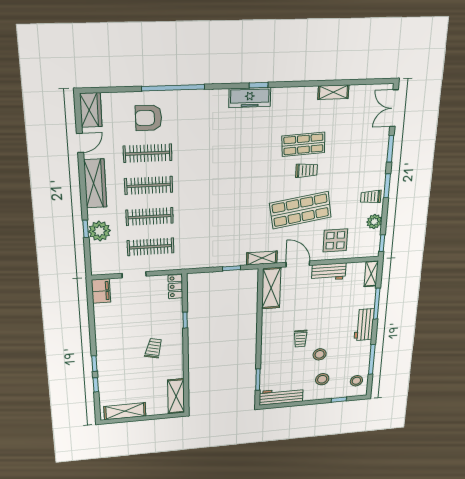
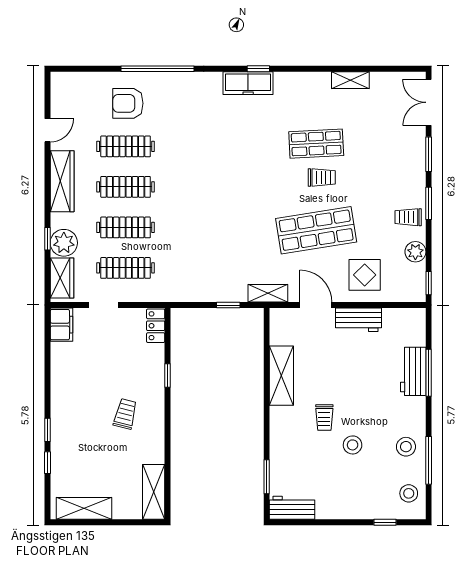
wardrobe: (91, 110) -> (62, 278), moved
shelving: (371, 274) -> (417, 327), removed
shelving: (271, 288) -> (281, 376), moved
workbench: (364, 325) -> (413, 371), moved
stool: (322, 379) -> (406, 447), moved
workbench: (281, 396) -> (292, 508), width x0.73

